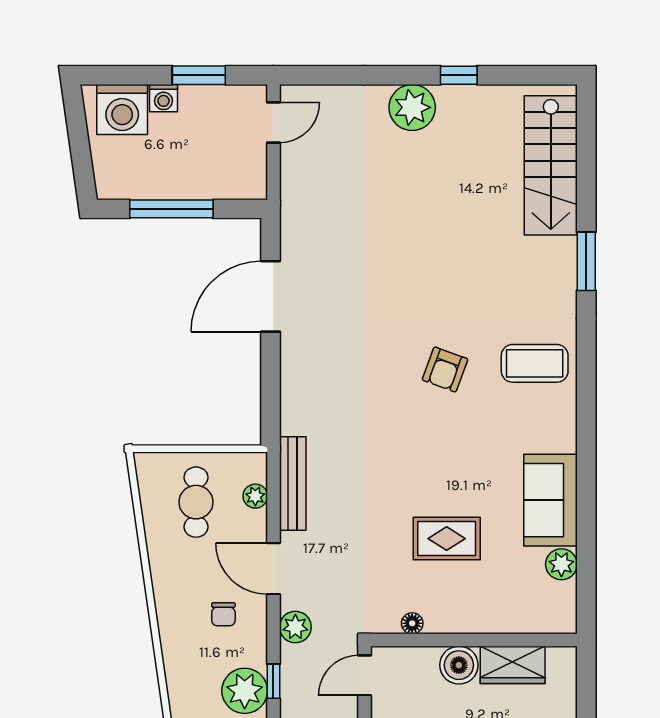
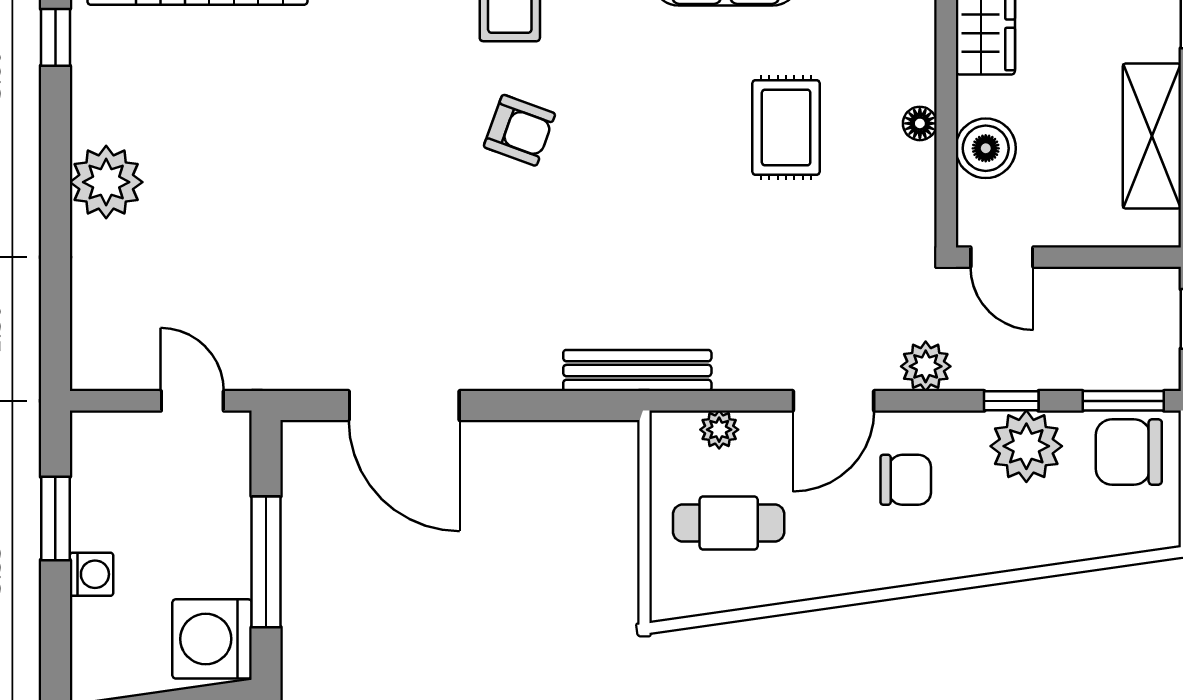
window: (459, 75) -> (55, 37), moved
washing machine: (122, 110) -> (212, 639), moved, turned 180
door: (273, 122) -> (192, 401), moved
bench: (293, 483) -> (637, 371), moved
chair: (223, 614) -> (906, 480), width x1.37, depth x1.37
floor lamp: (412, 623) -> (920, 123), moved
boiler: (459, 665) -> (986, 148), moved

